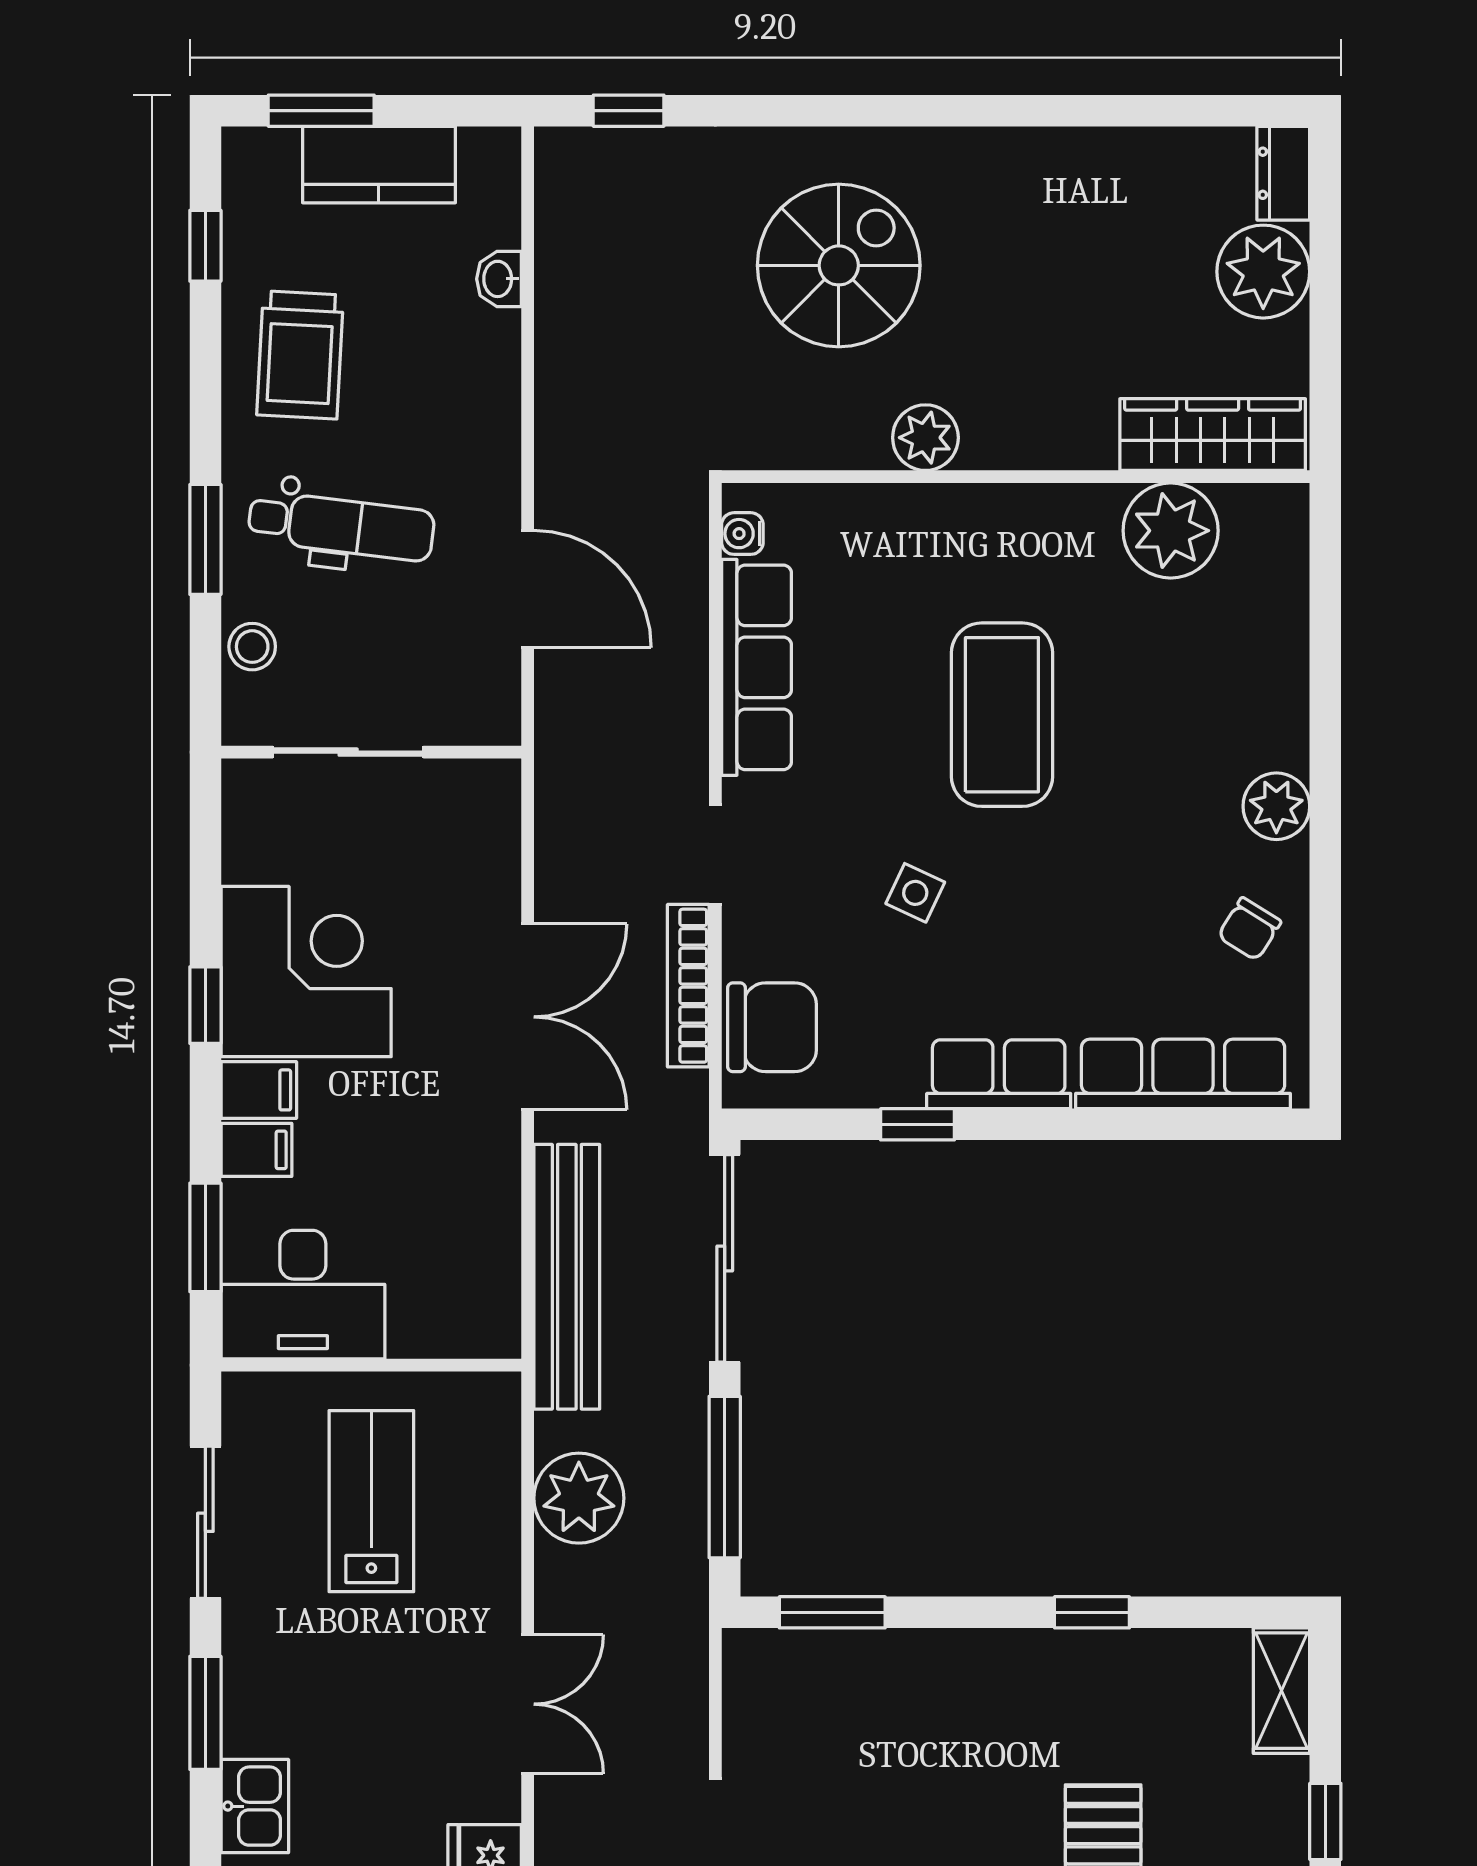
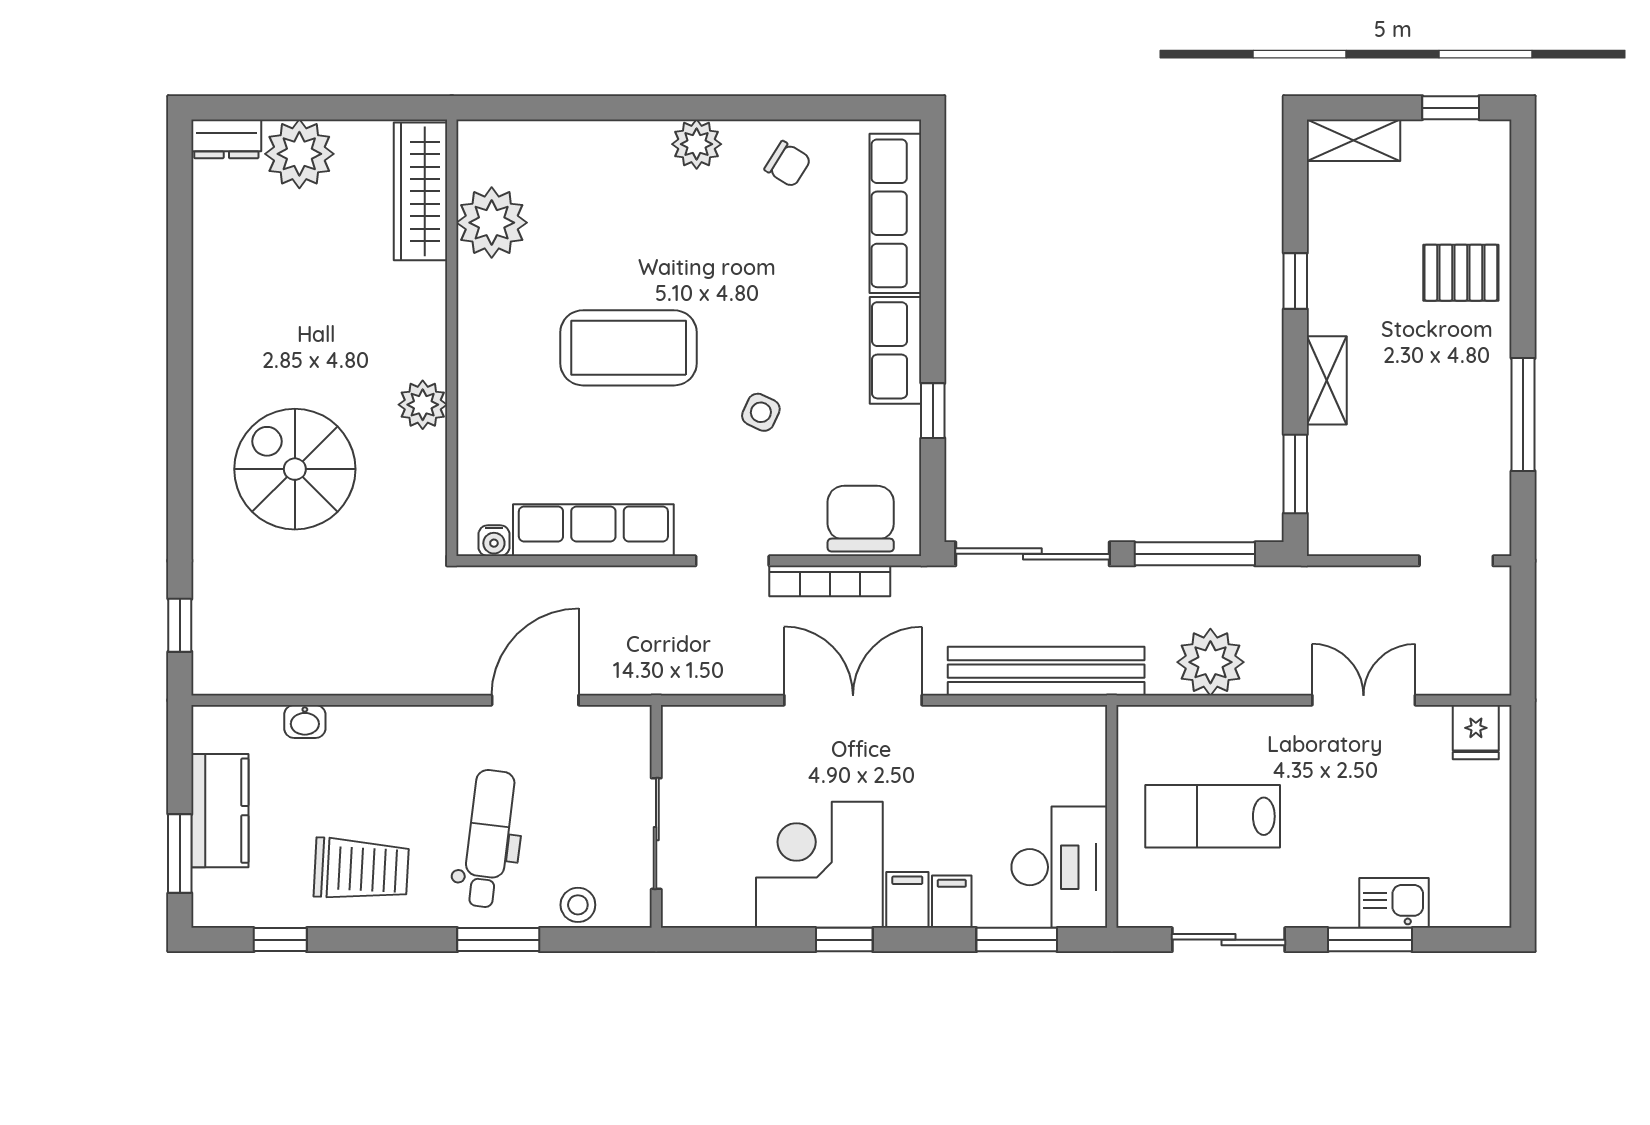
shelving: (958, 1655) -> (1327, 380), added
kitchen sink: (255, 1806) -> (1394, 903), moved

